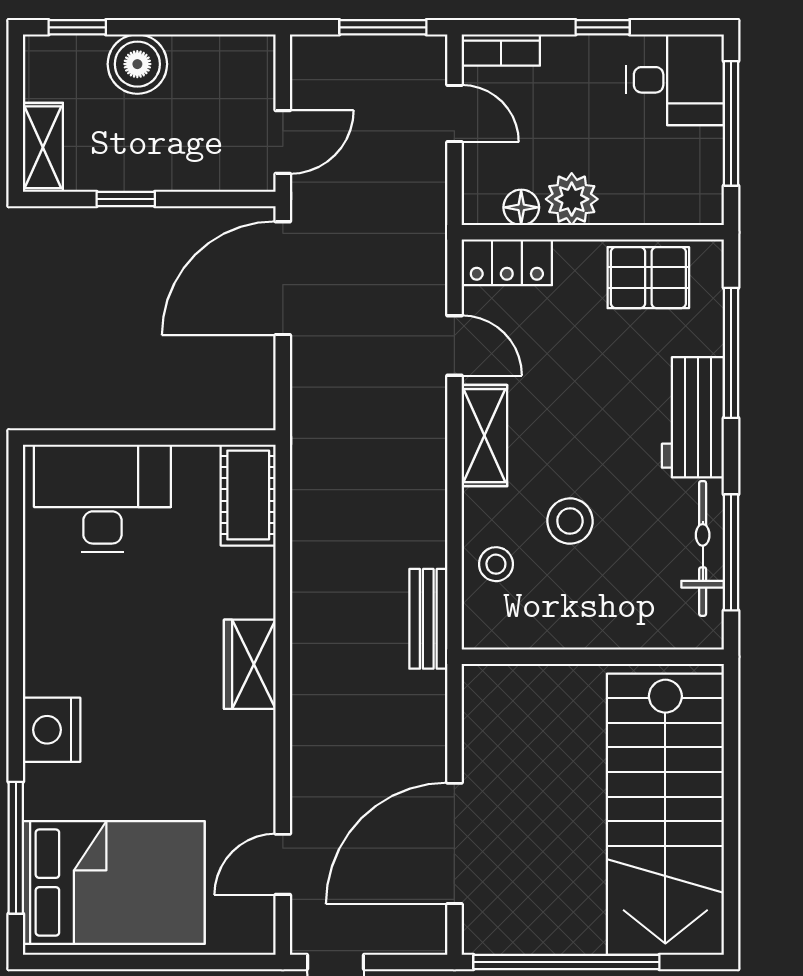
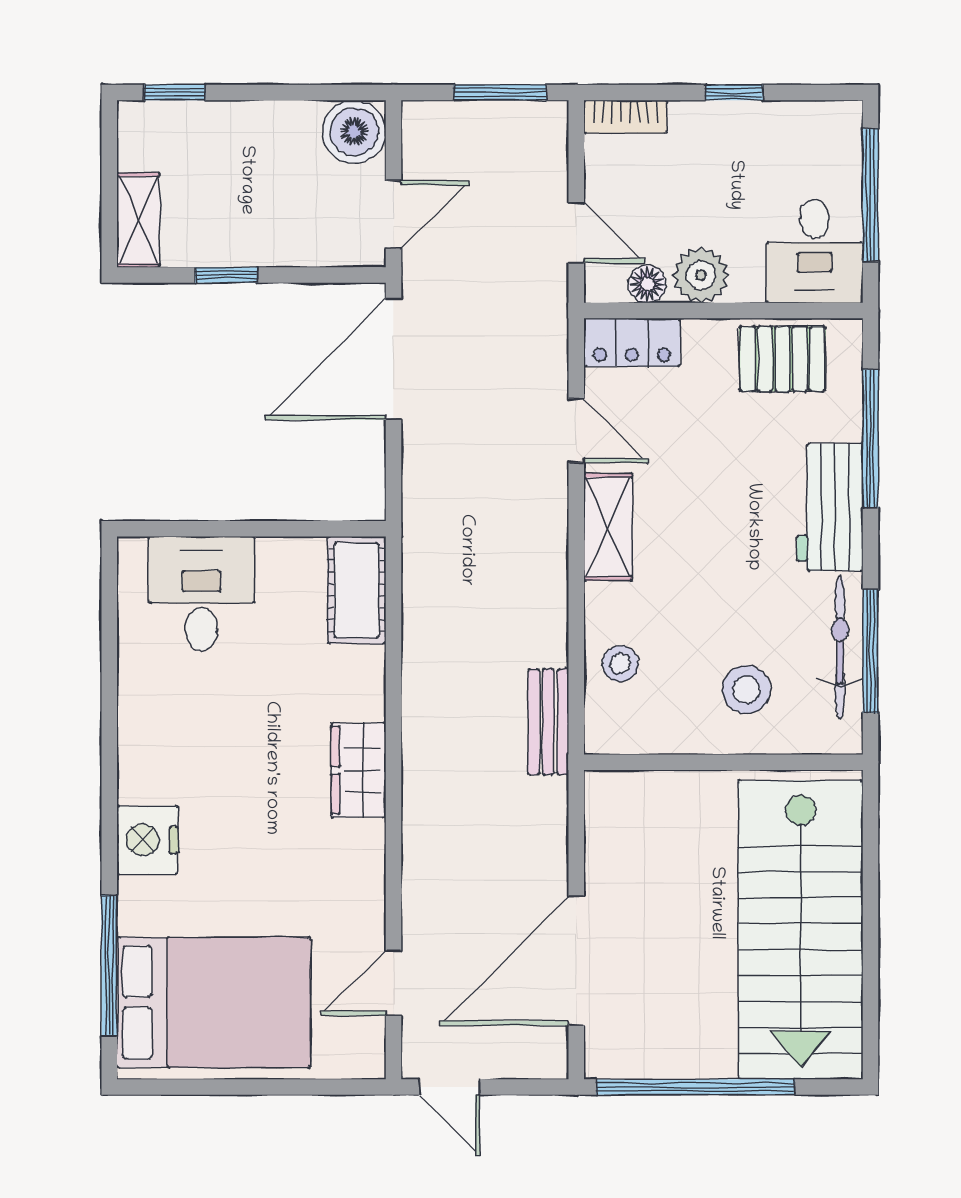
boiler: (137, 64) -> (354, 132), moved
desk: (675, 80) -> (815, 251), moved, turned 90
door: (454, 114) -> (576, 233), moved
desk: (102, 498) -> (202, 594), width x0.73
stool: (570, 521) -> (746, 690), moved

